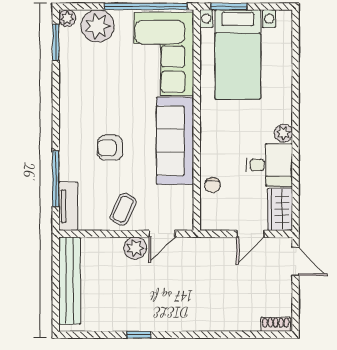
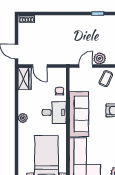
desk: (269, 165) -> (54, 113), moved, turned 180
door: (250, 234) -> (40, 66), swing flipped

